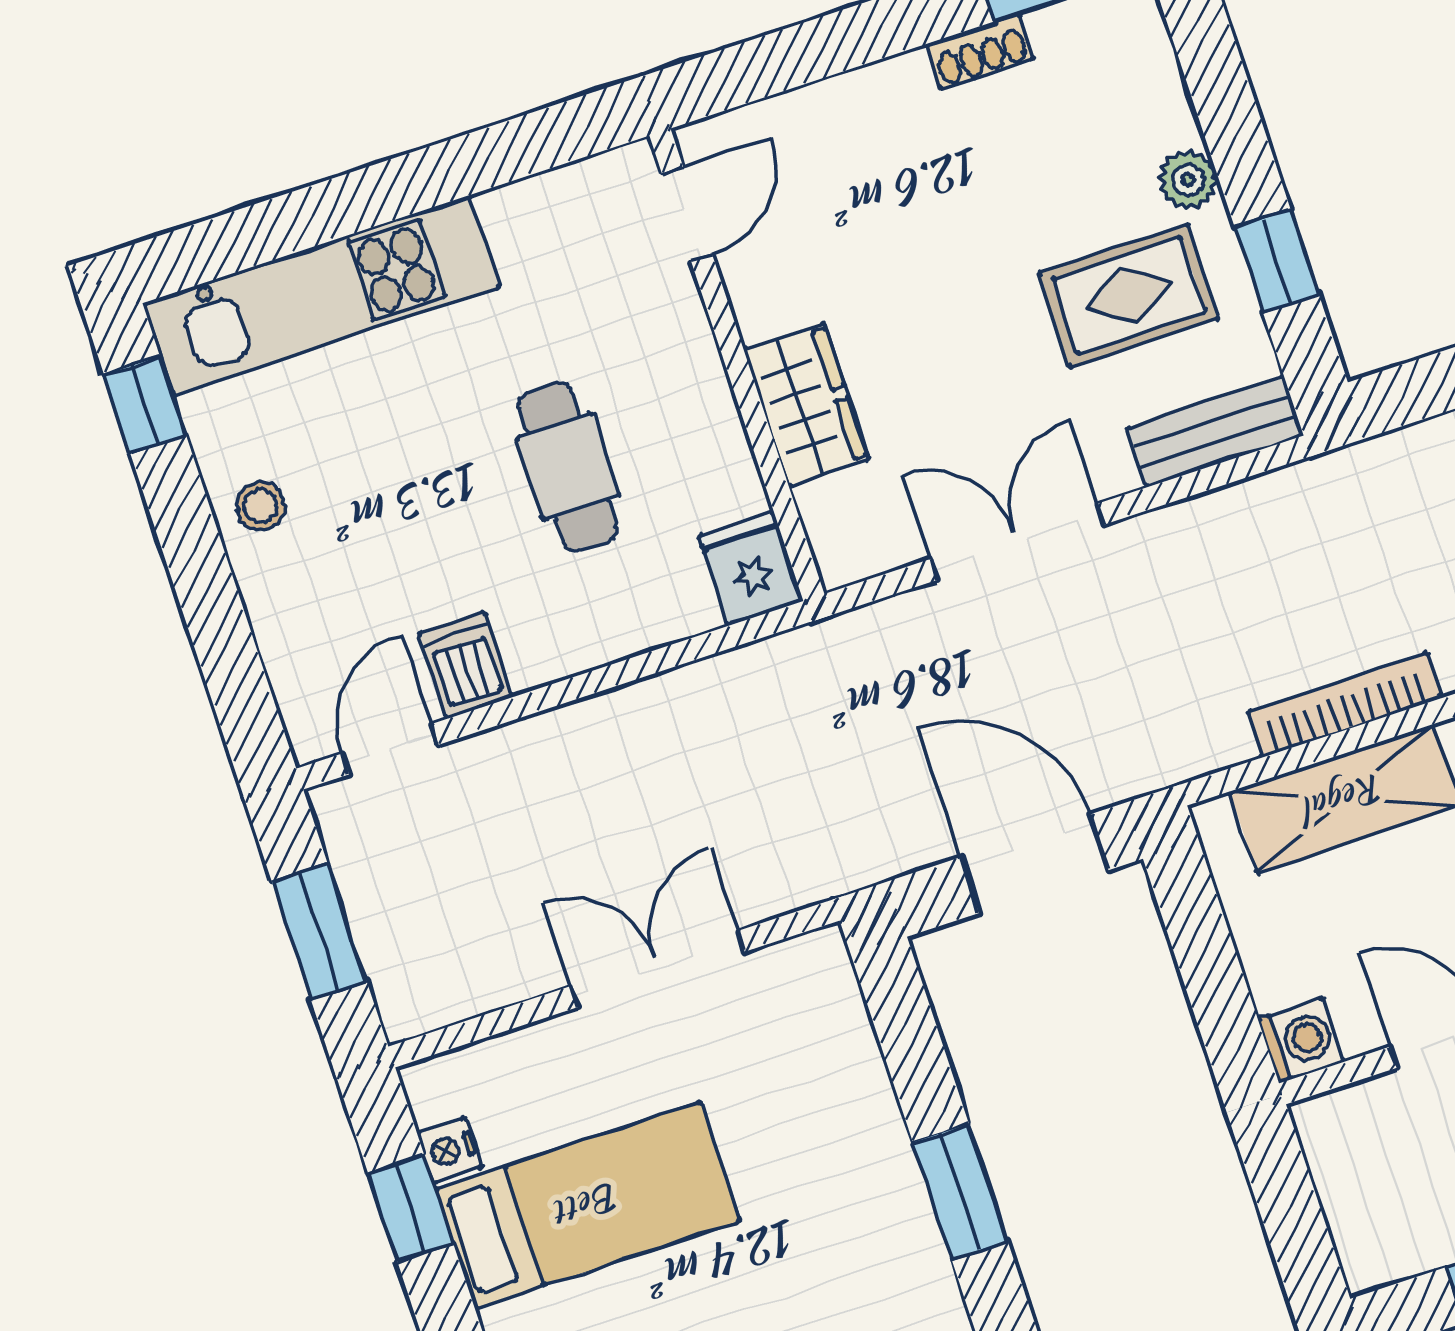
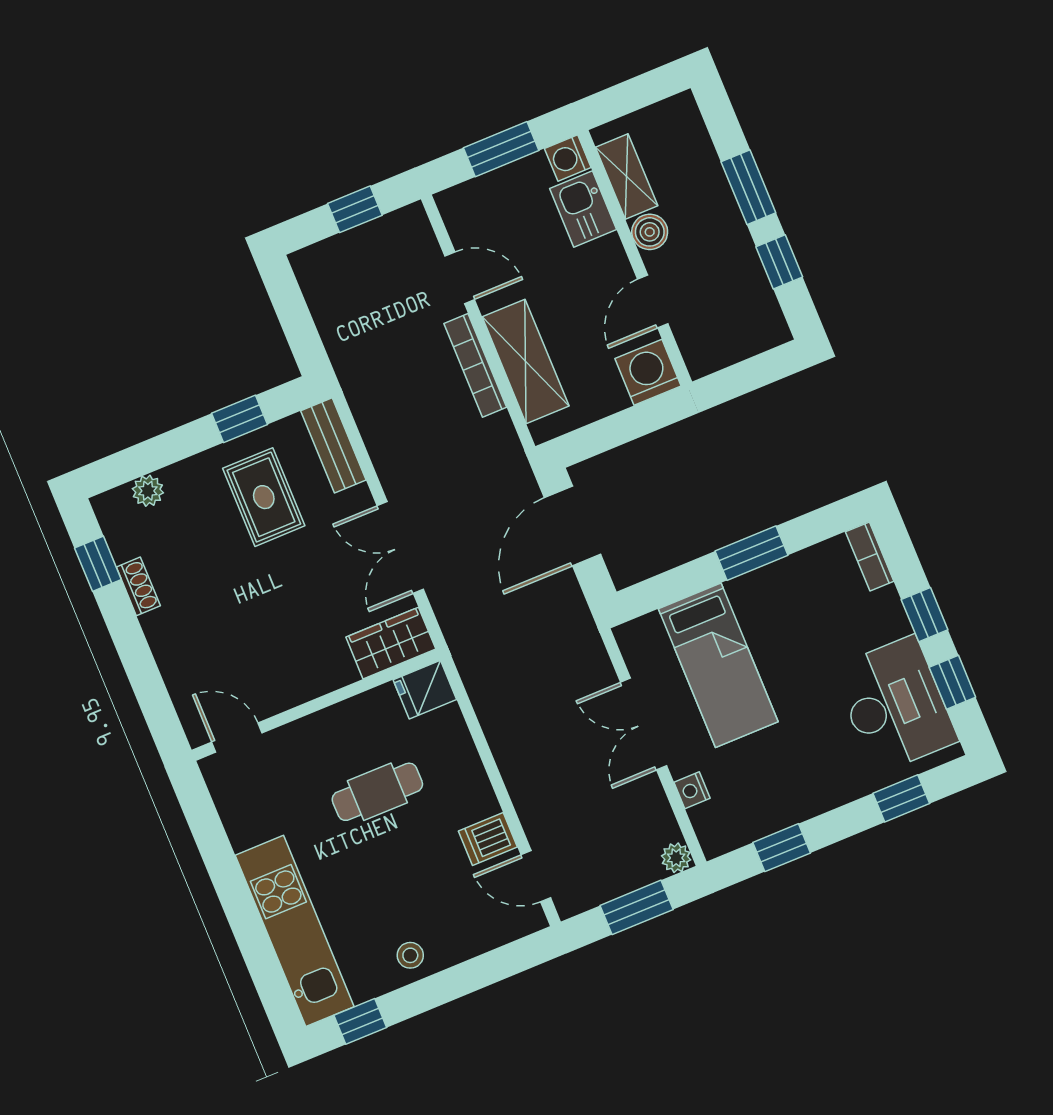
plant: (1188, 180) -> (148, 491), moved
wardrobe: (806, 405) -> (391, 643), moved
plant: (406, 1011) -> (676, 858), added
washing machine: (1301, 1040) -> (648, 372), width x1.38, depth x1.38
nightstand: (449, 1150) -> (692, 790), moved, turned 90
bed: (588, 1205) -> (718, 665), moved, turned 180

